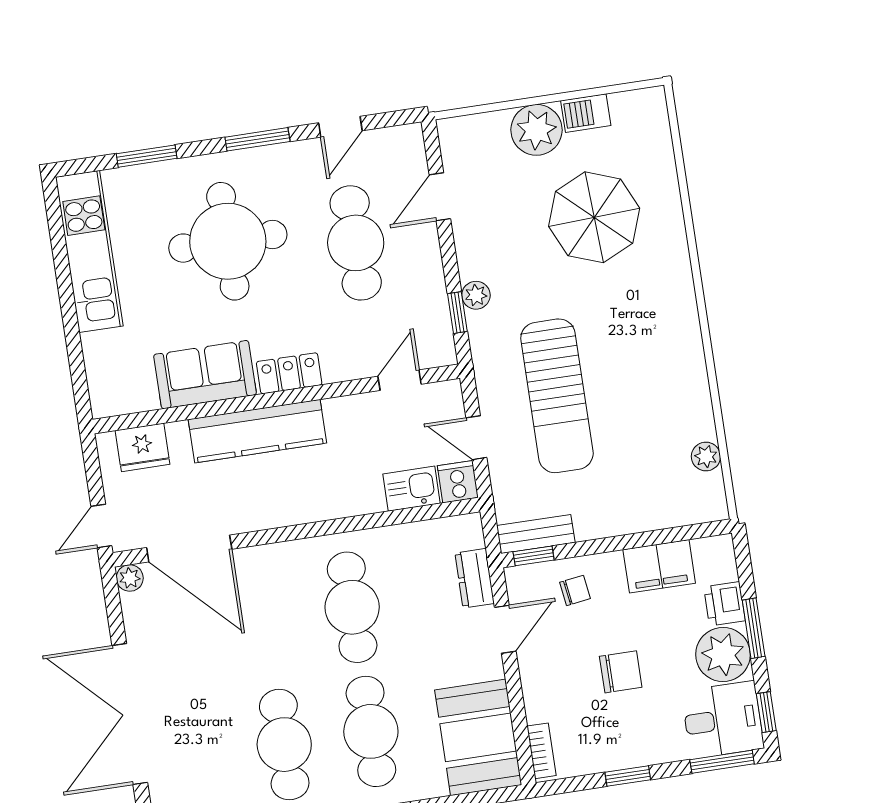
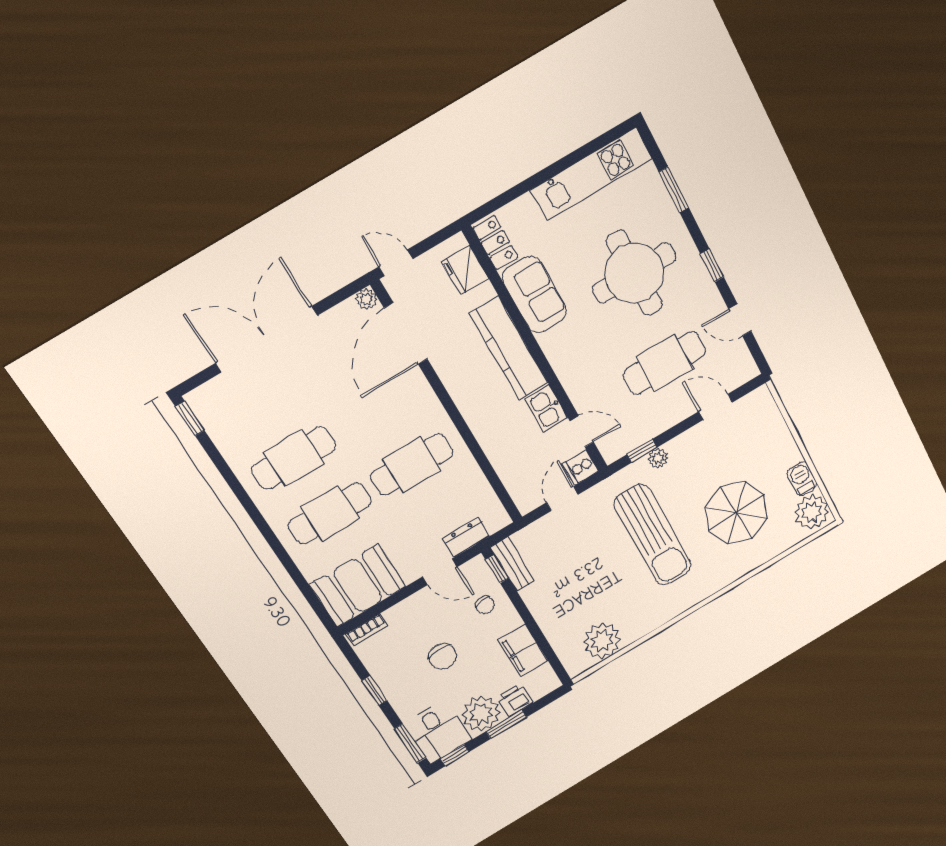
plant: (537, 130) -> (812, 512), moved
window: (257, 139) -> (712, 265), width x0.67
locker: (289, 373) -> (495, 243), moved
sun lounger: (557, 396) -> (653, 535), moved, turned -90
plant: (706, 456) -> (602, 641), width x1.87, depth x1.87
cooker: (458, 482) -> (580, 467), moved, turned 180
kitchen sink: (411, 489) -> (546, 408), moved, turned 180

